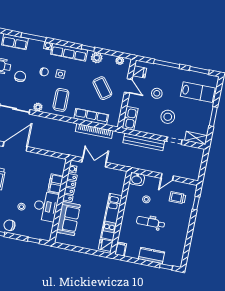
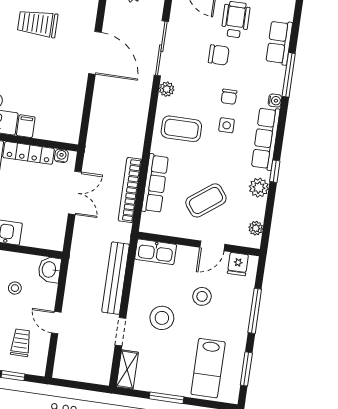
filing cabinet: (56, 184) -> (26, 126), width x0.50

